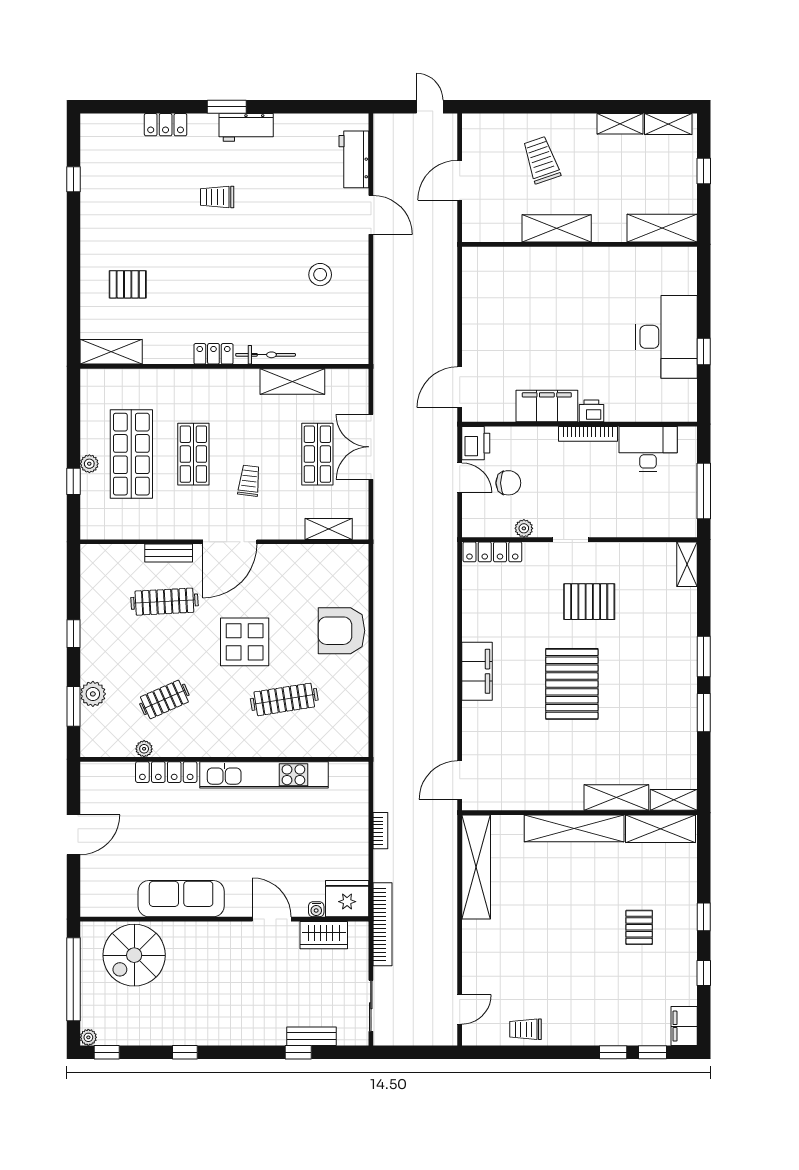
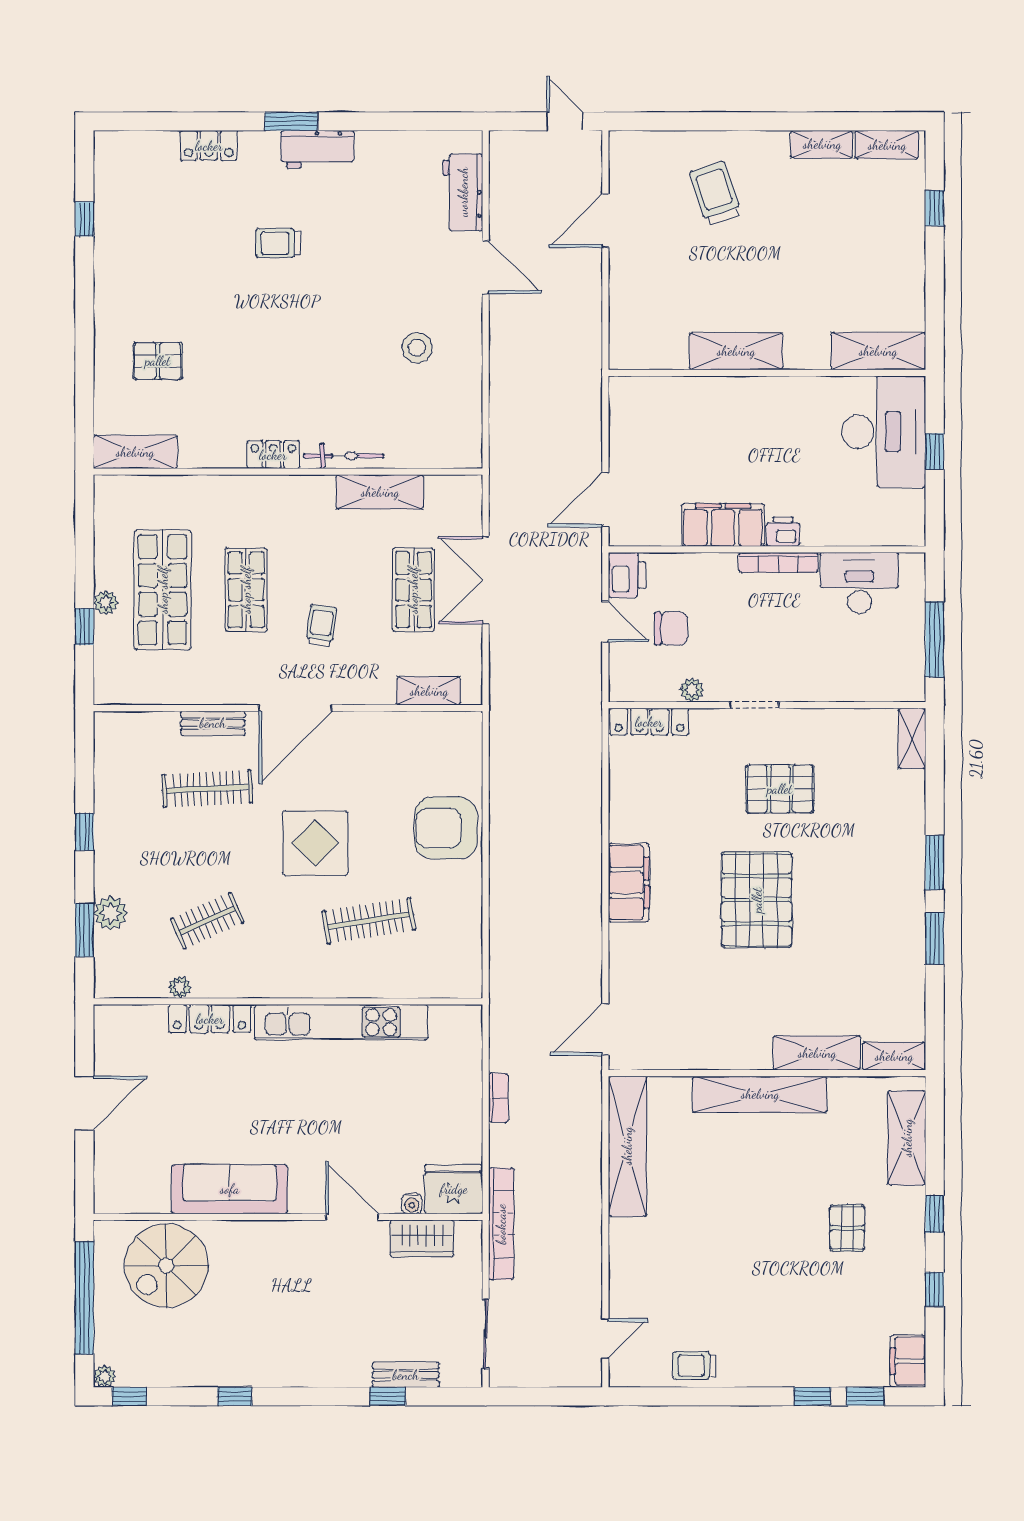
shelving: (557, 228) -> (736, 351), moved
shelving: (662, 228) -> (878, 351), moved
wall: (580, 244) -> (767, 373), moved
shelving: (661, 829) -> (907, 1138), moved, turned 90

